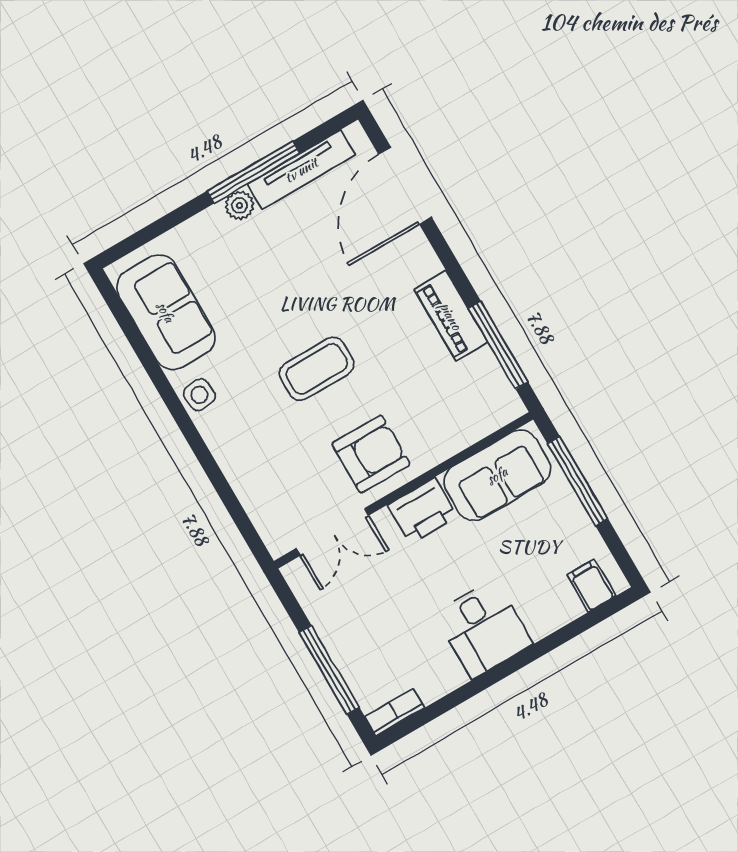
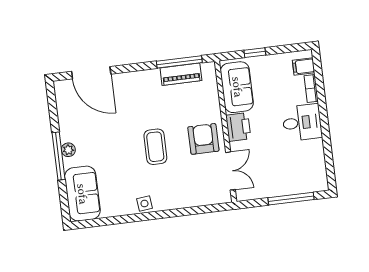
tv unit: (301, 170) -> (64, 116), removed
window: (254, 172) -> (59, 156), moved
sofa: (166, 312) -> (82, 194), moved, turned 90
piano: (451, 316) -> (181, 74), moved
window: (578, 481) -> (255, 53), width x0.46
bookcase: (395, 712) -> (311, 88), moved

